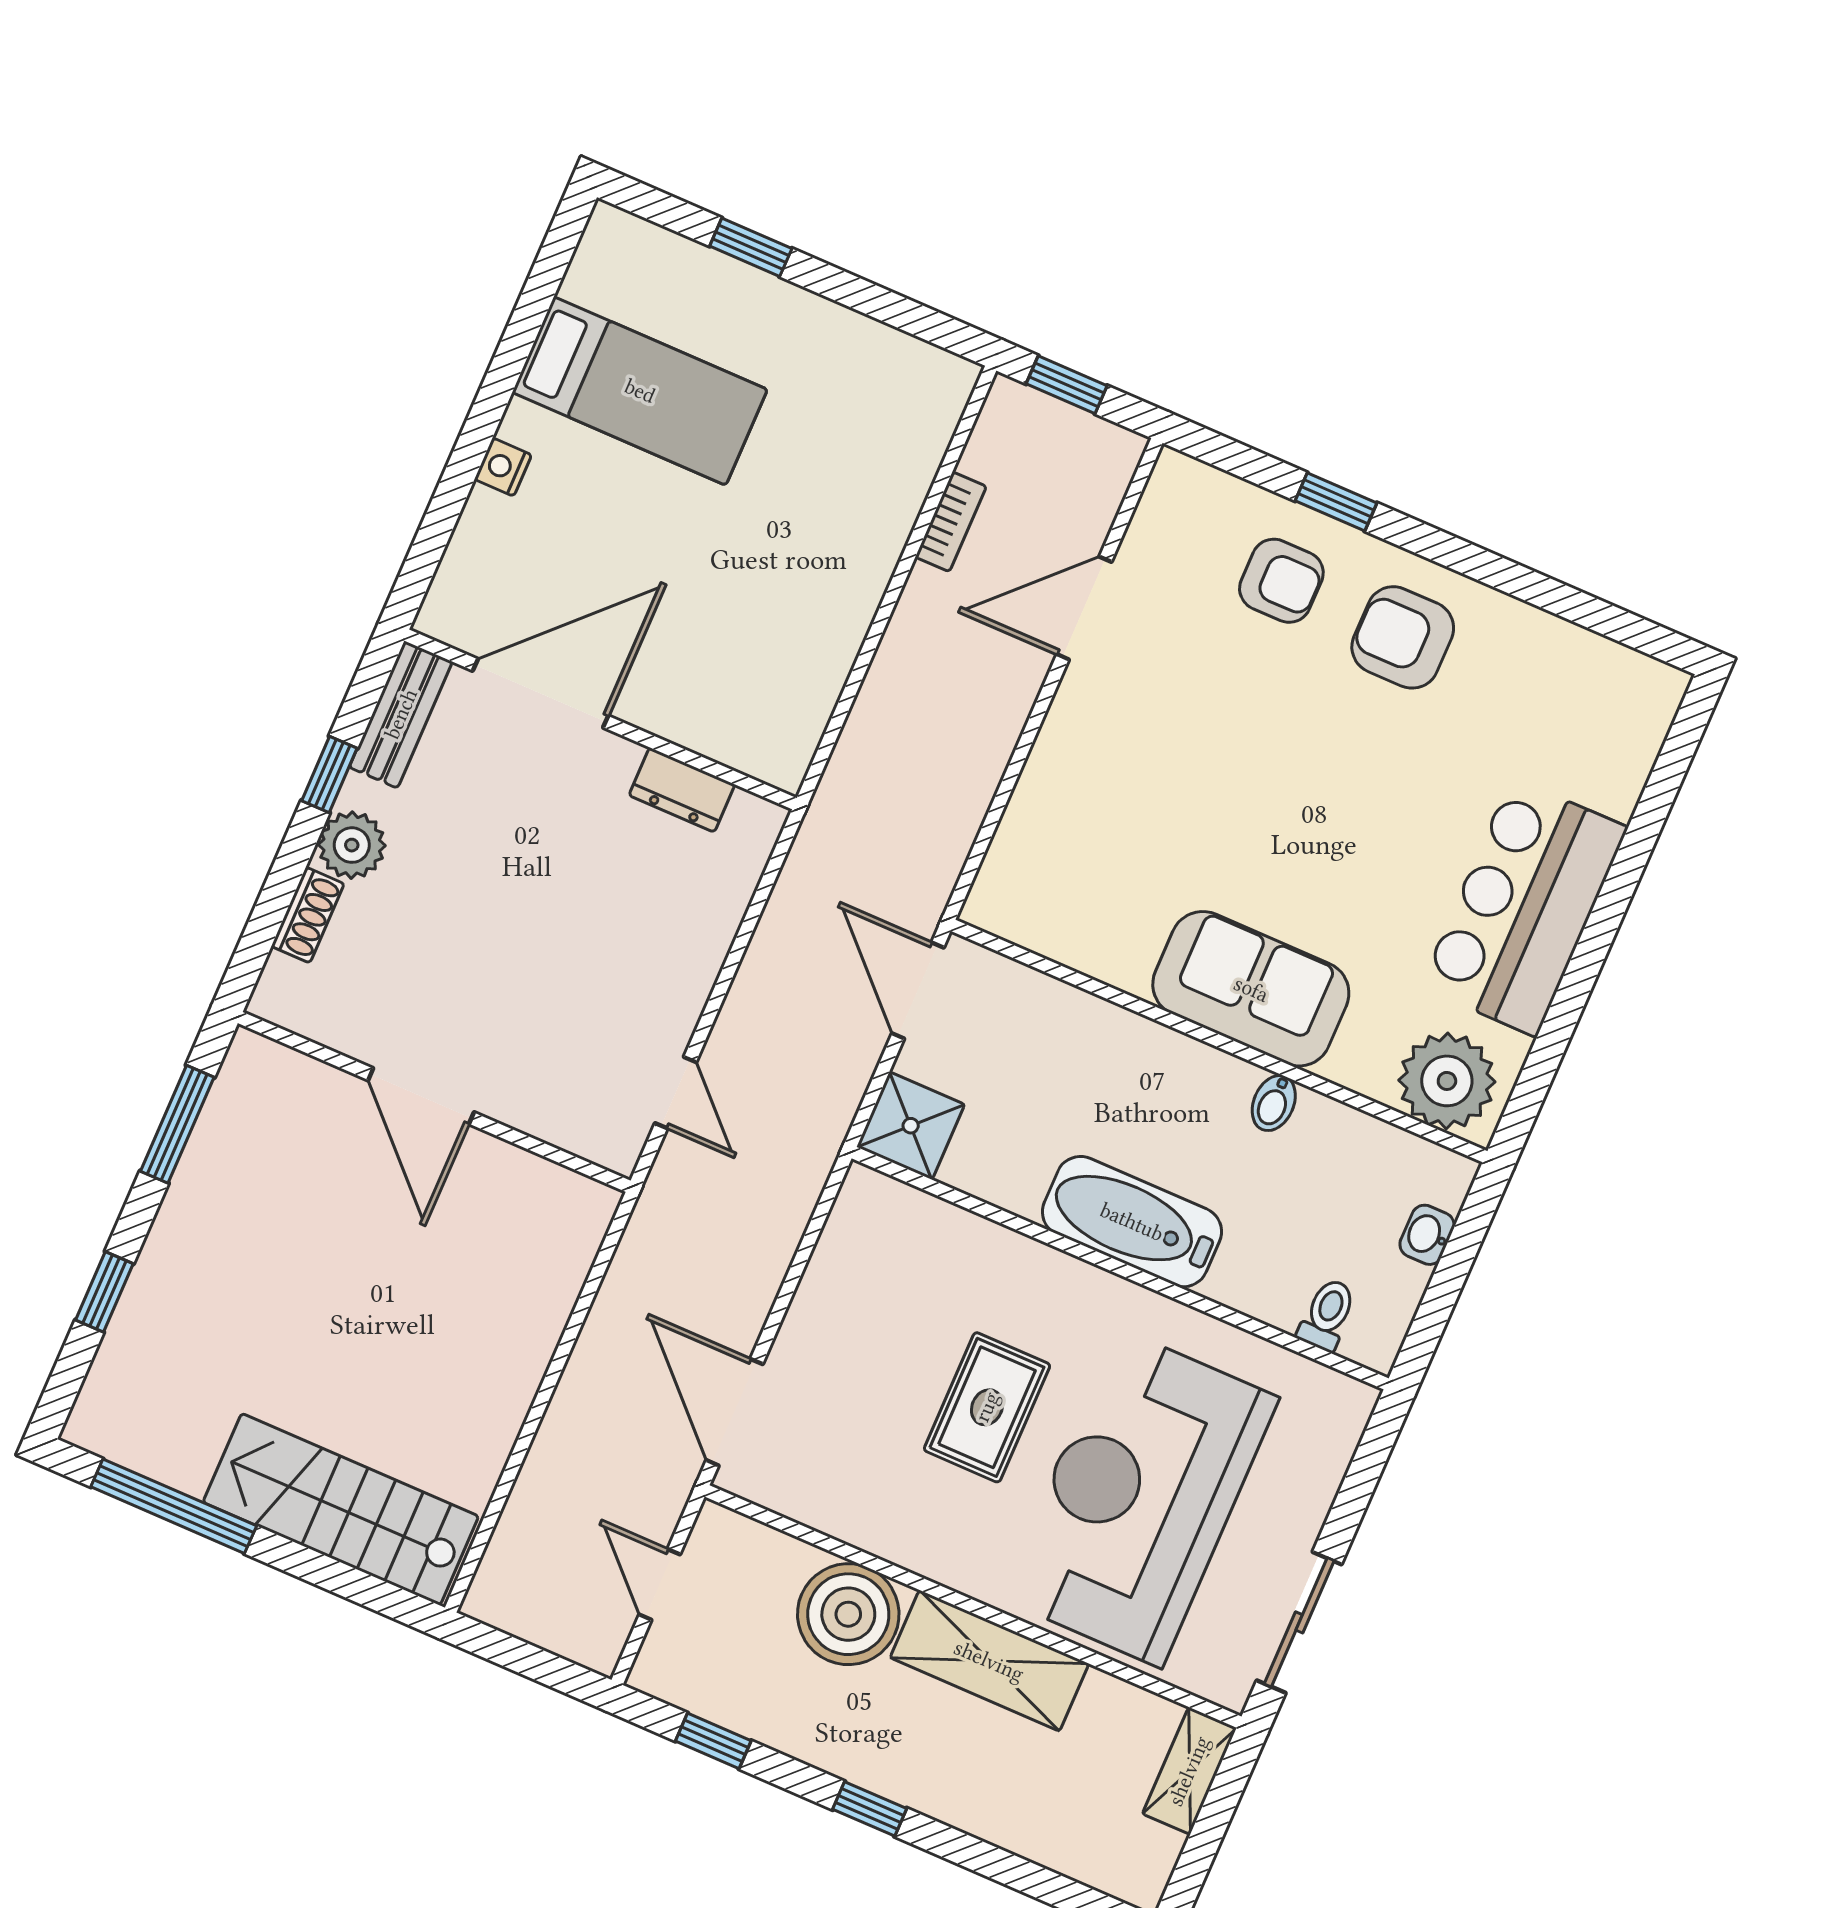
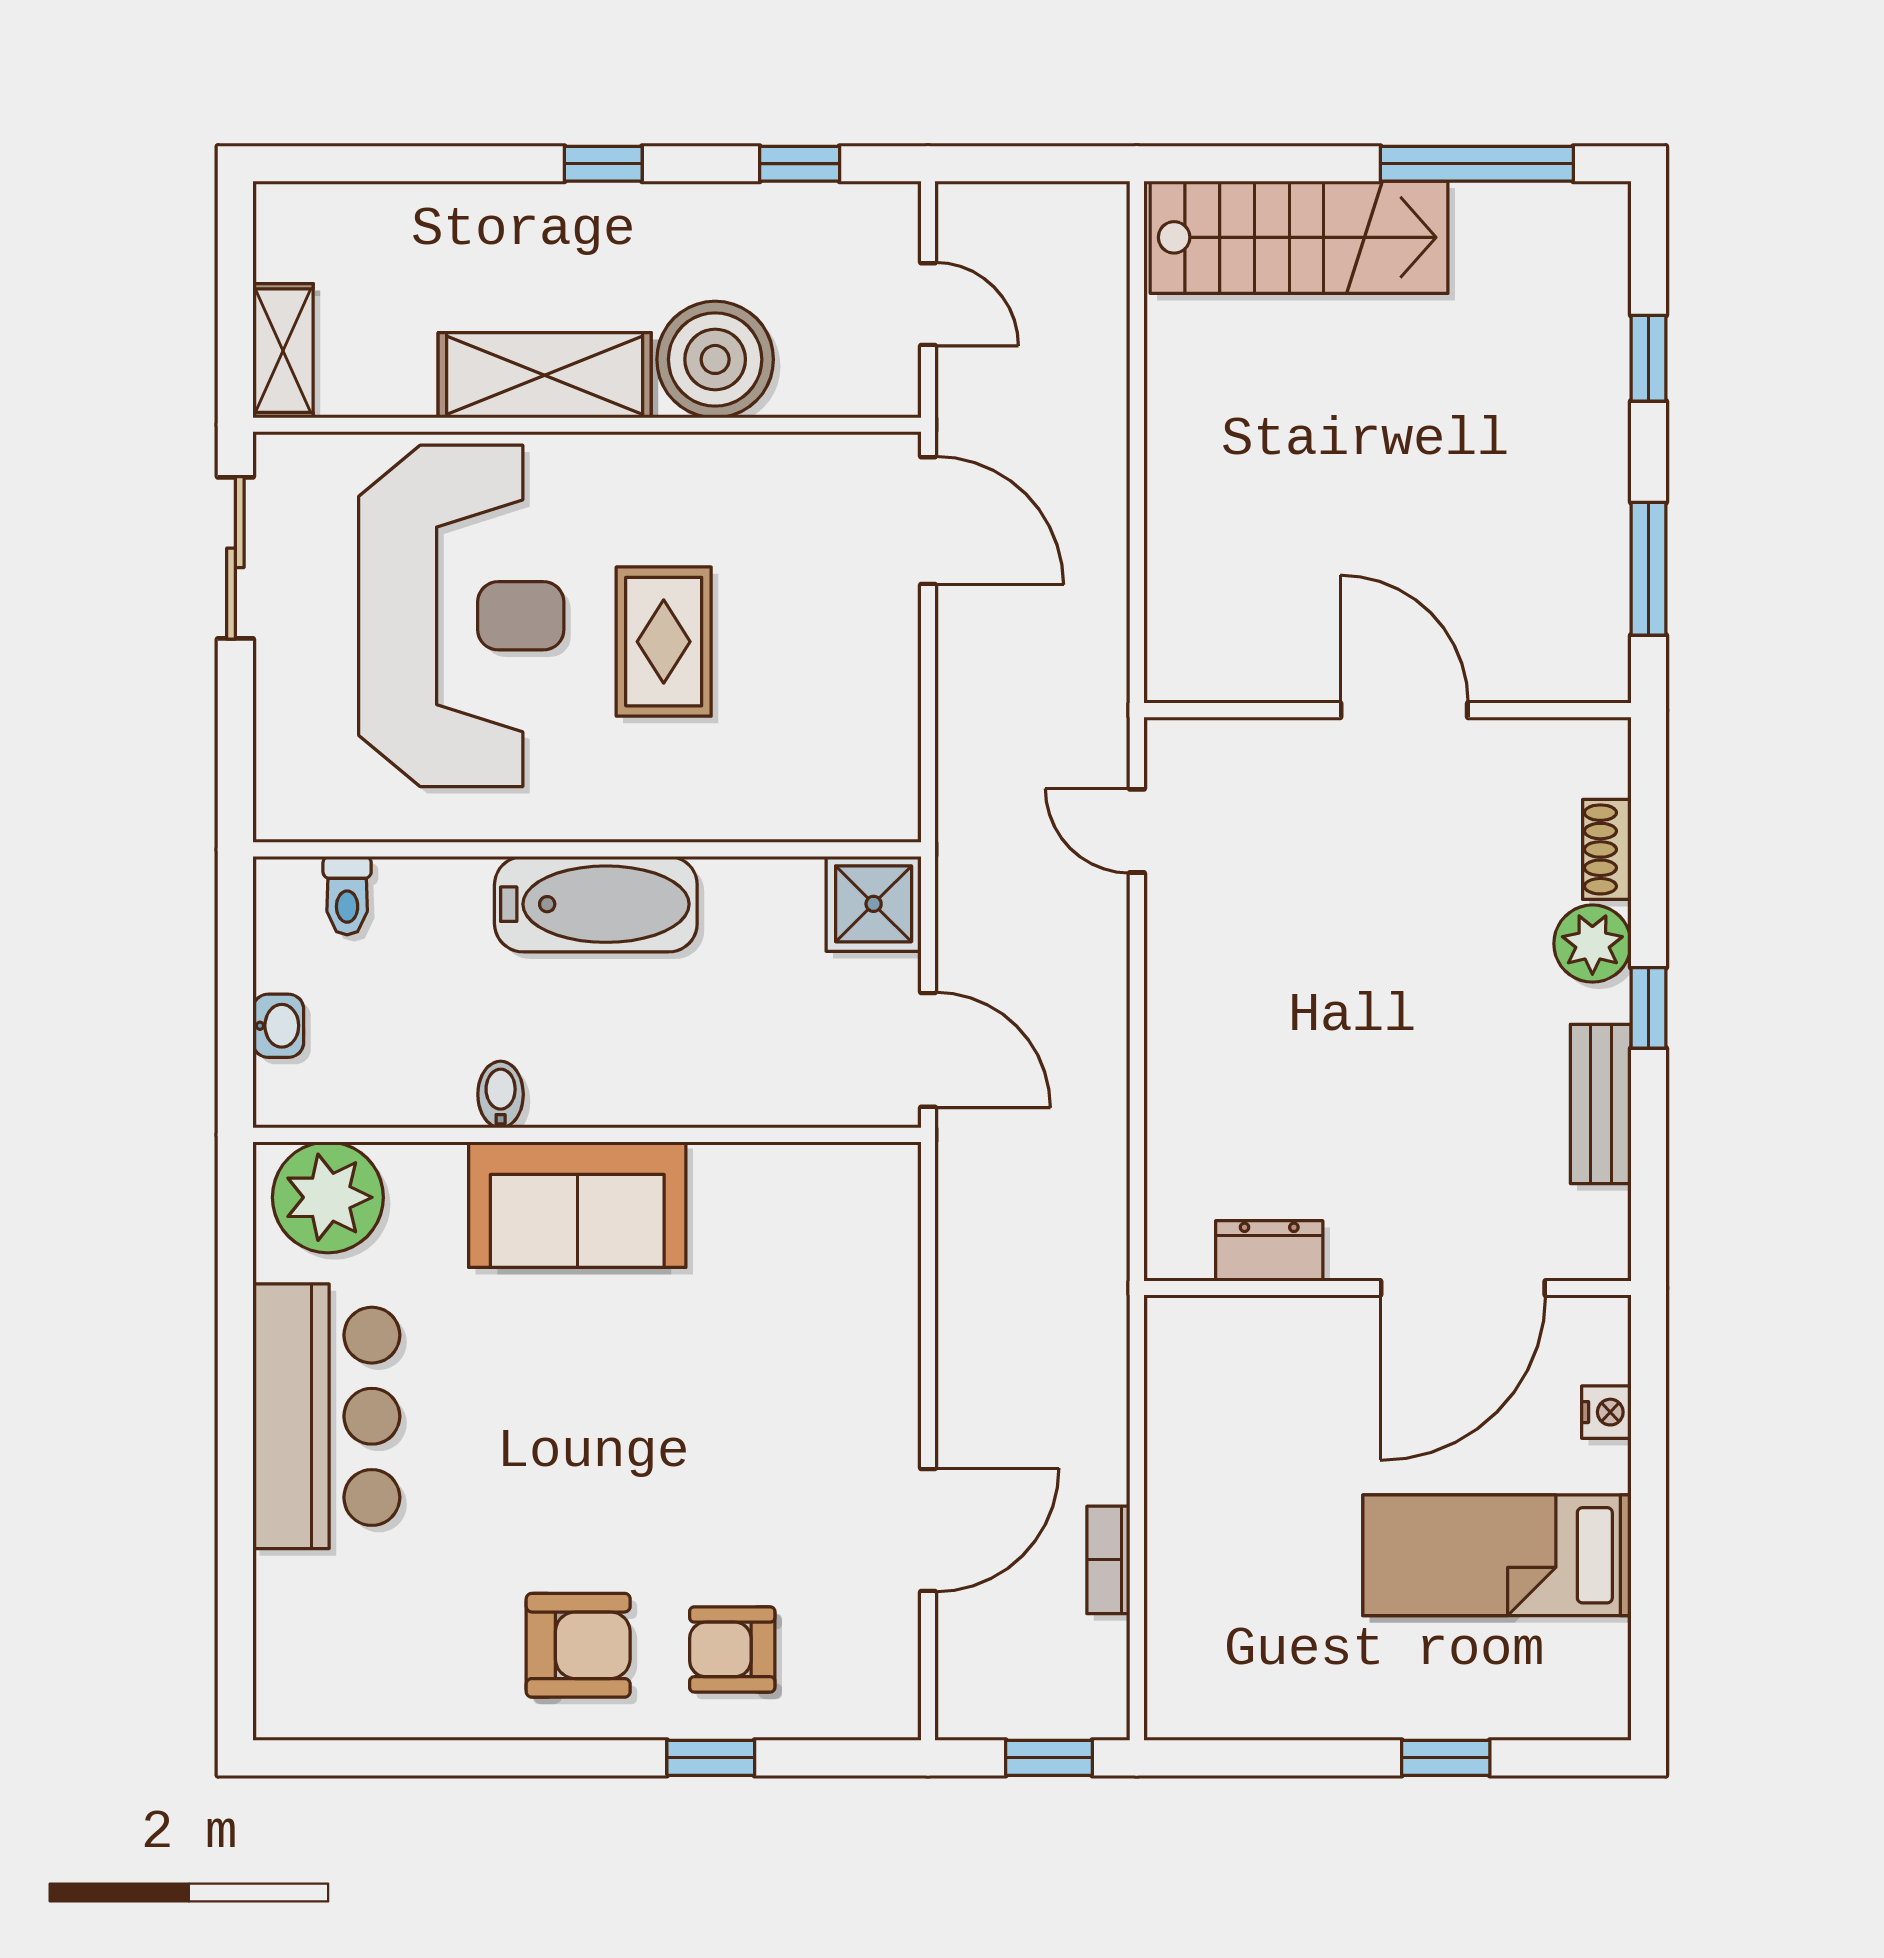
door: (540, 693) -> (1463, 1288), moved
wall: (601, 719) -> (1387, 1288), moved
dresser: (682, 790) -> (1269, 1251), moved

